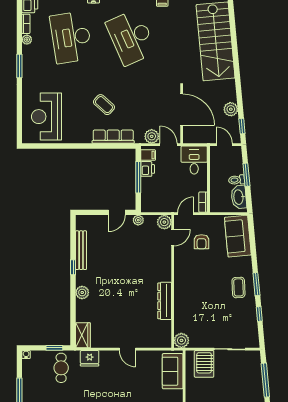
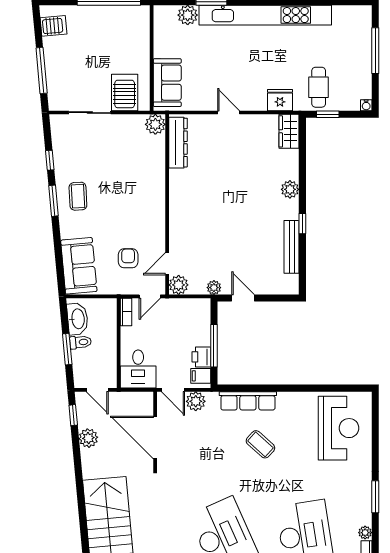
door: (117, 212) -> (243, 298), hinge flipped
dresser: (165, 301) -> (178, 143), moved

